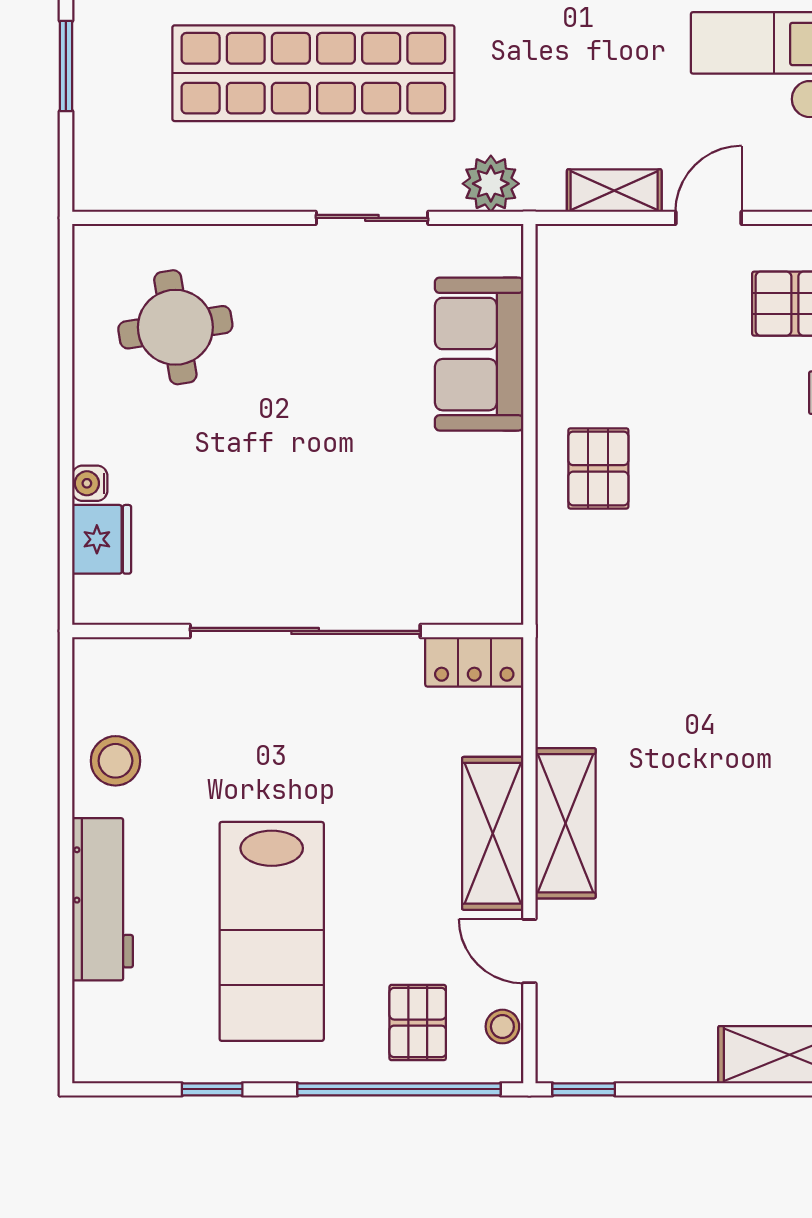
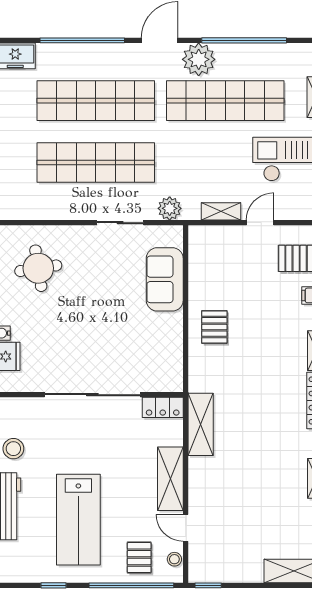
shelving: (565, 823) -> (201, 424), moved

